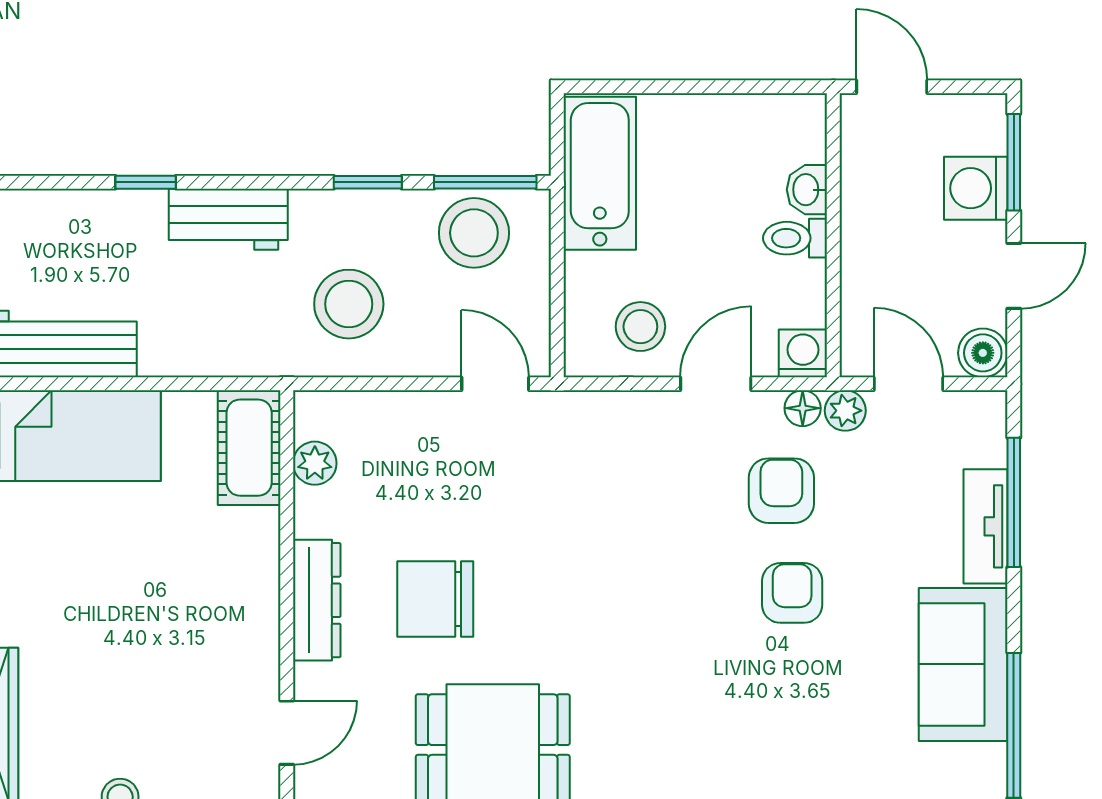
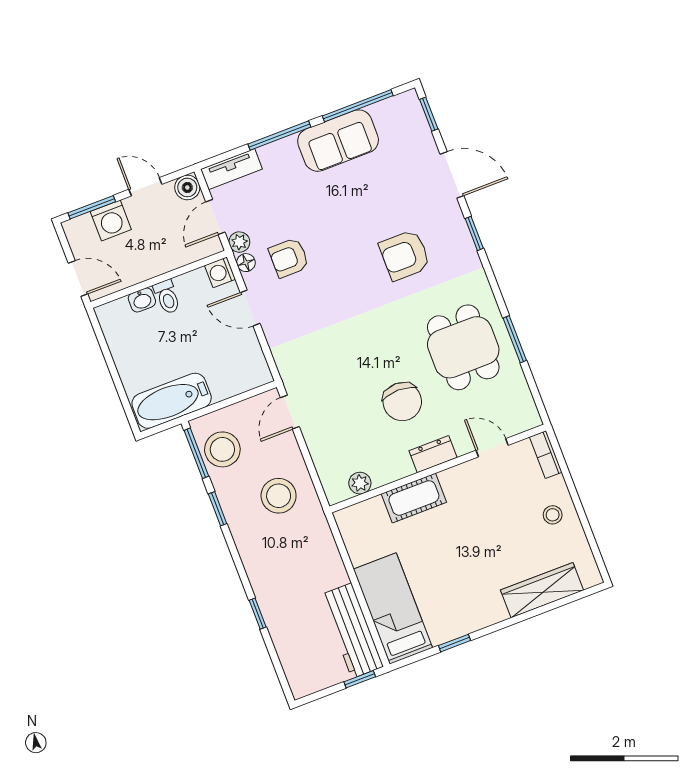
door: (892, 87) -> (78, 278), swing flipped
workbench: (228, 219) -> (260, 568), removed
stool: (640, 327) -> (237, 354), removed
cot: (249, 448) -> (414, 498), moved
window: (1014, 502) -> (279, 136), moved
tv unit: (985, 526) -> (231, 169), moved
armchair: (792, 593) -> (405, 255), moved, width x1.38, depth x1.38
dresser: (317, 600) -> (433, 454), width x0.70

